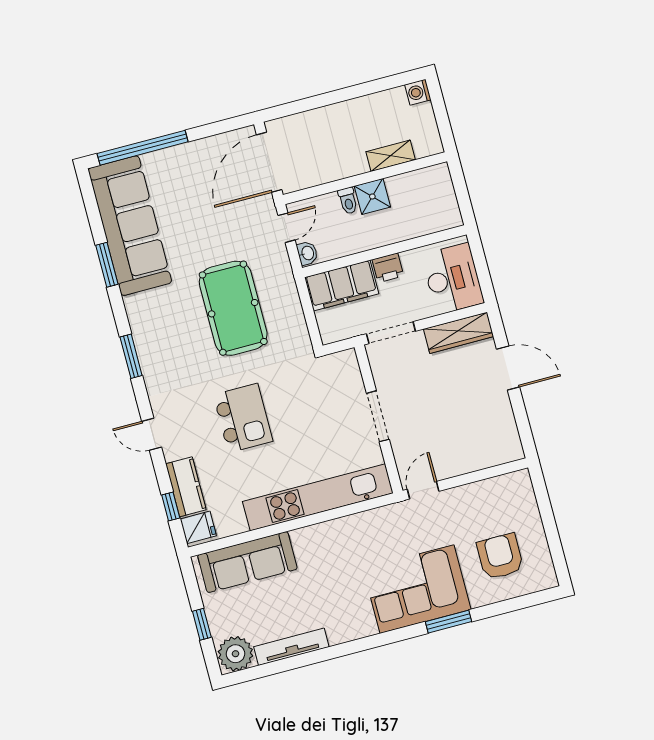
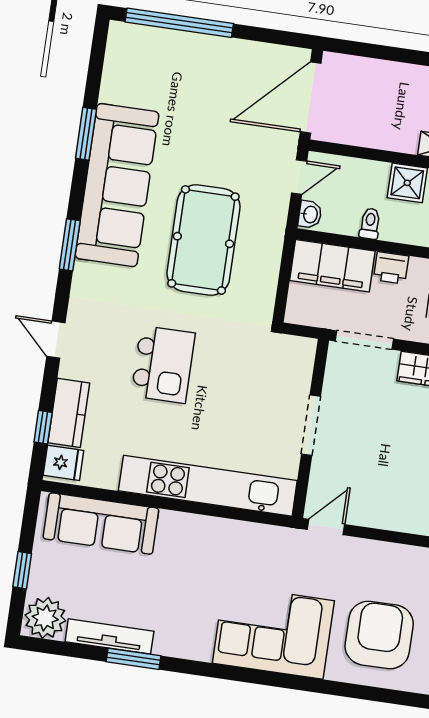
toilet: (348, 201) -> (370, 224), moved, turned 180
sofa: (130, 226) -> (117, 185), moved
armchair: (500, 556) -> (379, 635), width x1.36, depth x1.36
window: (448, 622) -> (134, 659), moved

